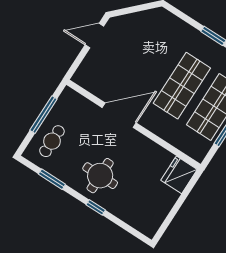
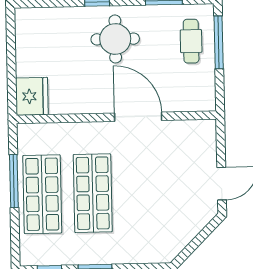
window: (43, 115) -> (219, 42), moved
door: (119, 115) -> (138, 117), swing flipped

